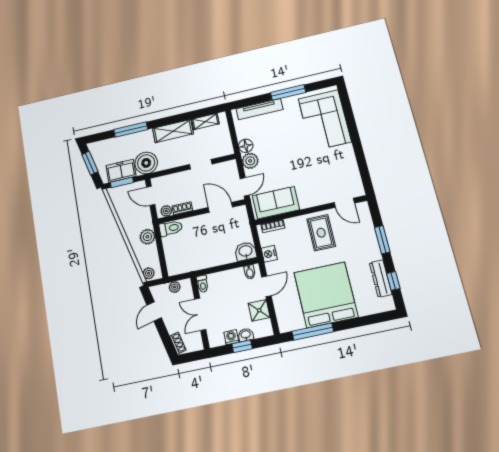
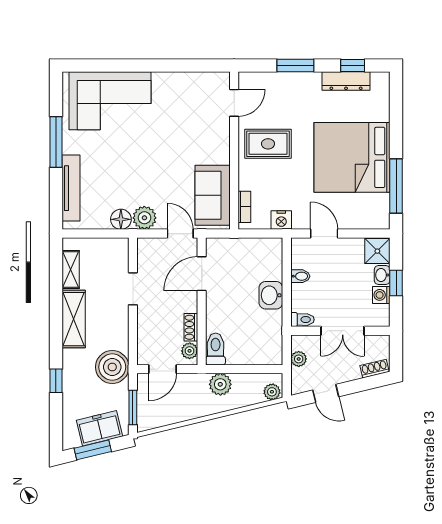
window: (131, 129) -> (56, 381), width x0.46
freezer: (121, 171) -> (99, 428), moved, turned 76
washbasin: (246, 251) -> (271, 295), moved
bidet: (250, 272) -> (300, 276), moved
shower: (259, 310) -> (377, 251), moved

